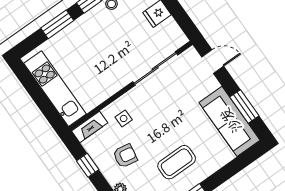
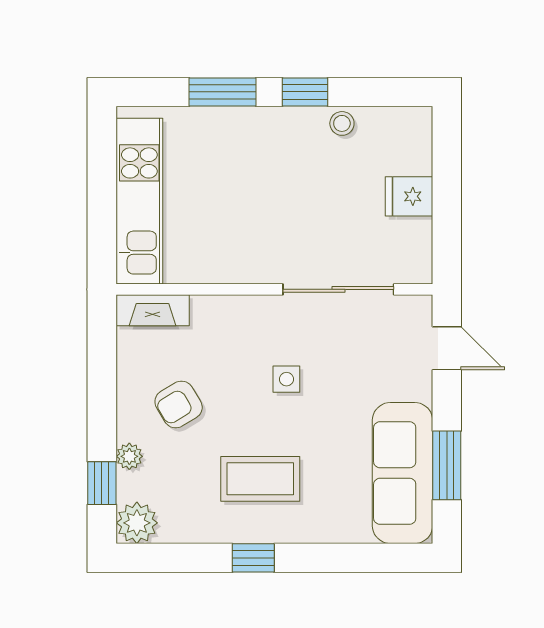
side table: (124, 118) -> (286, 379), moved
armchair: (125, 156) -> (179, 404), turned 139
window: (88, 165) -> (102, 375), removed

